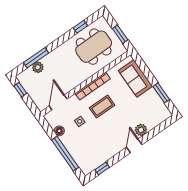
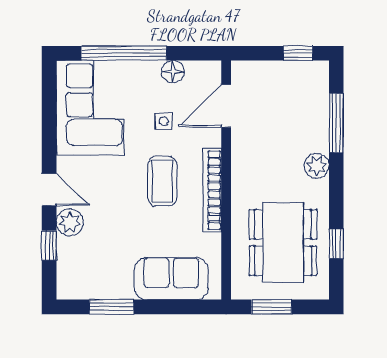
plant: (38, 67) -> (317, 166), moved
door: (58, 102) -> (226, 106), swing flipped
corner sofa: (94, 152) -> (90, 108), added
window: (102, 168) -> (49, 246), moved

